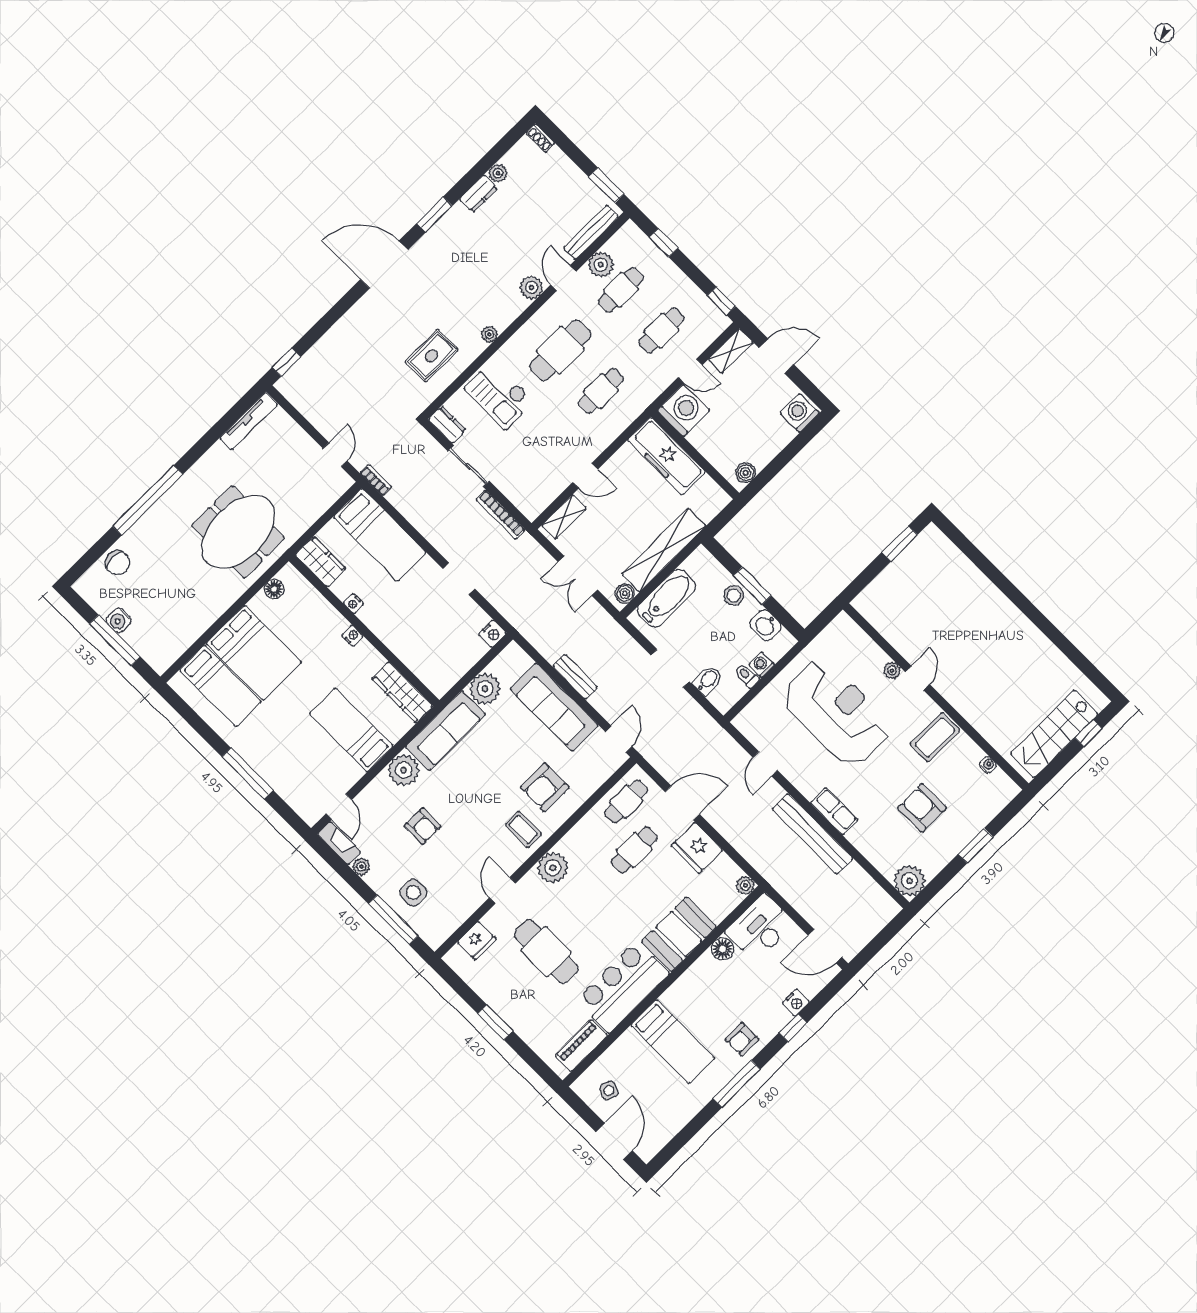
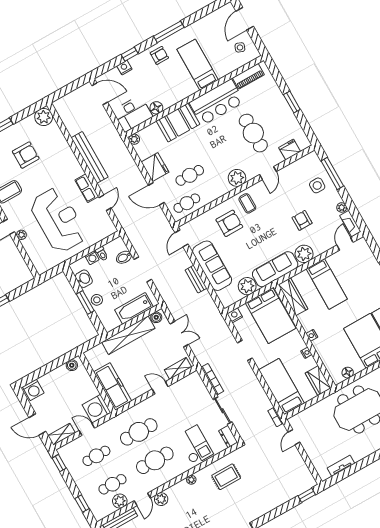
cafe table: (601, 391) -> (139, 432), width x1.37, depth x1.35
tv unit: (249, 421) -> (341, 466), width x0.71
bed: (432, 650) -> (271, 316), added
reception desk: (837, 713) -> (58, 220), turned 180
armchair: (922, 808) -> (26, 155), turned -90
row of seats: (834, 811) -> (87, 188), moved

